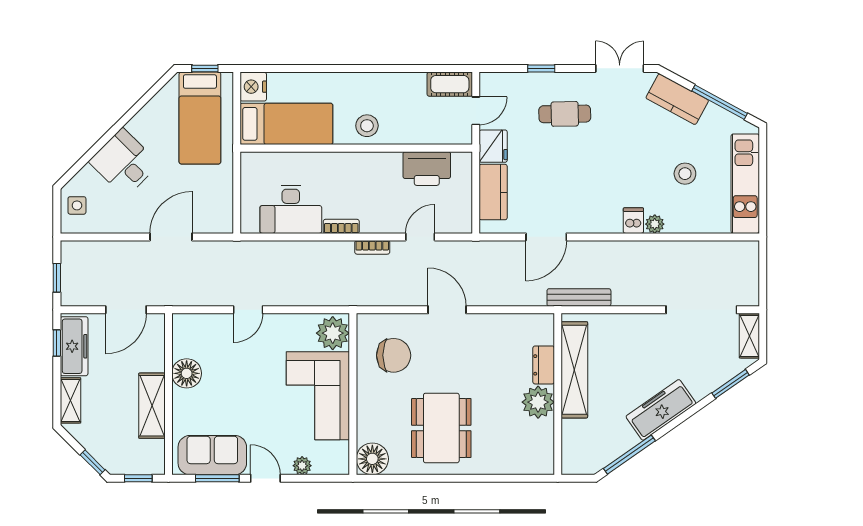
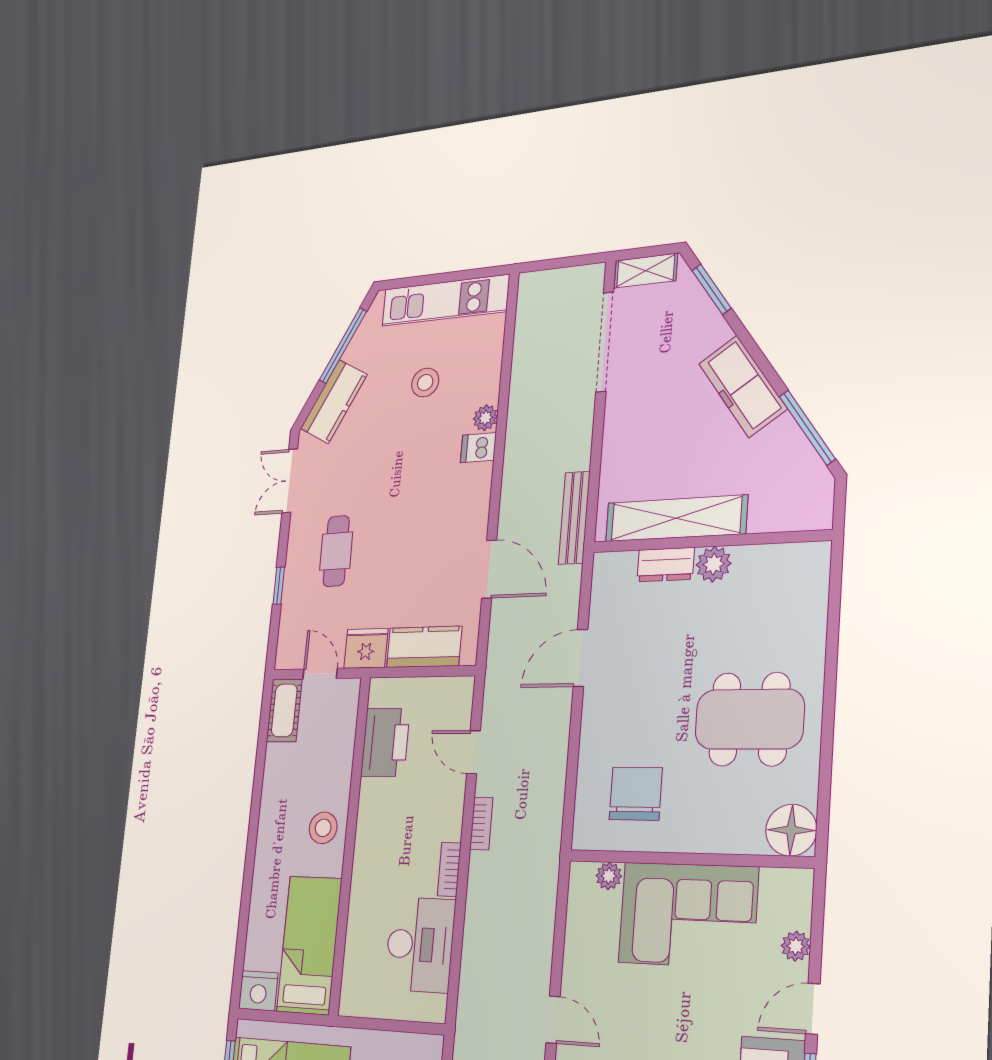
door: (447, 310) -> (581, 658), moved
plant: (333, 333) -> (609, 876), width x0.53, depth x0.53
plant: (538, 402) -> (714, 564), width x0.73, depth x0.73

